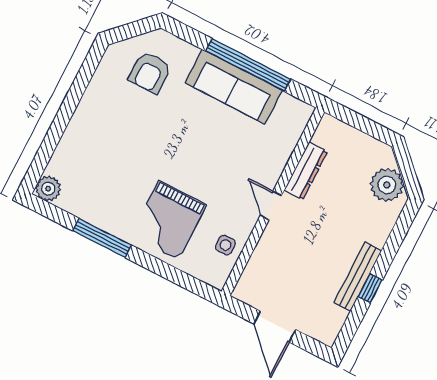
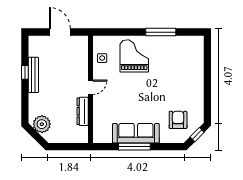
window: (130, 30) -> (197, 135), added
window: (248, 65) -> (134, 147), width x0.68
plant: (48, 189) -> (197, 42), removed
door: (271, 205) -> (90, 87), hinge flipped

